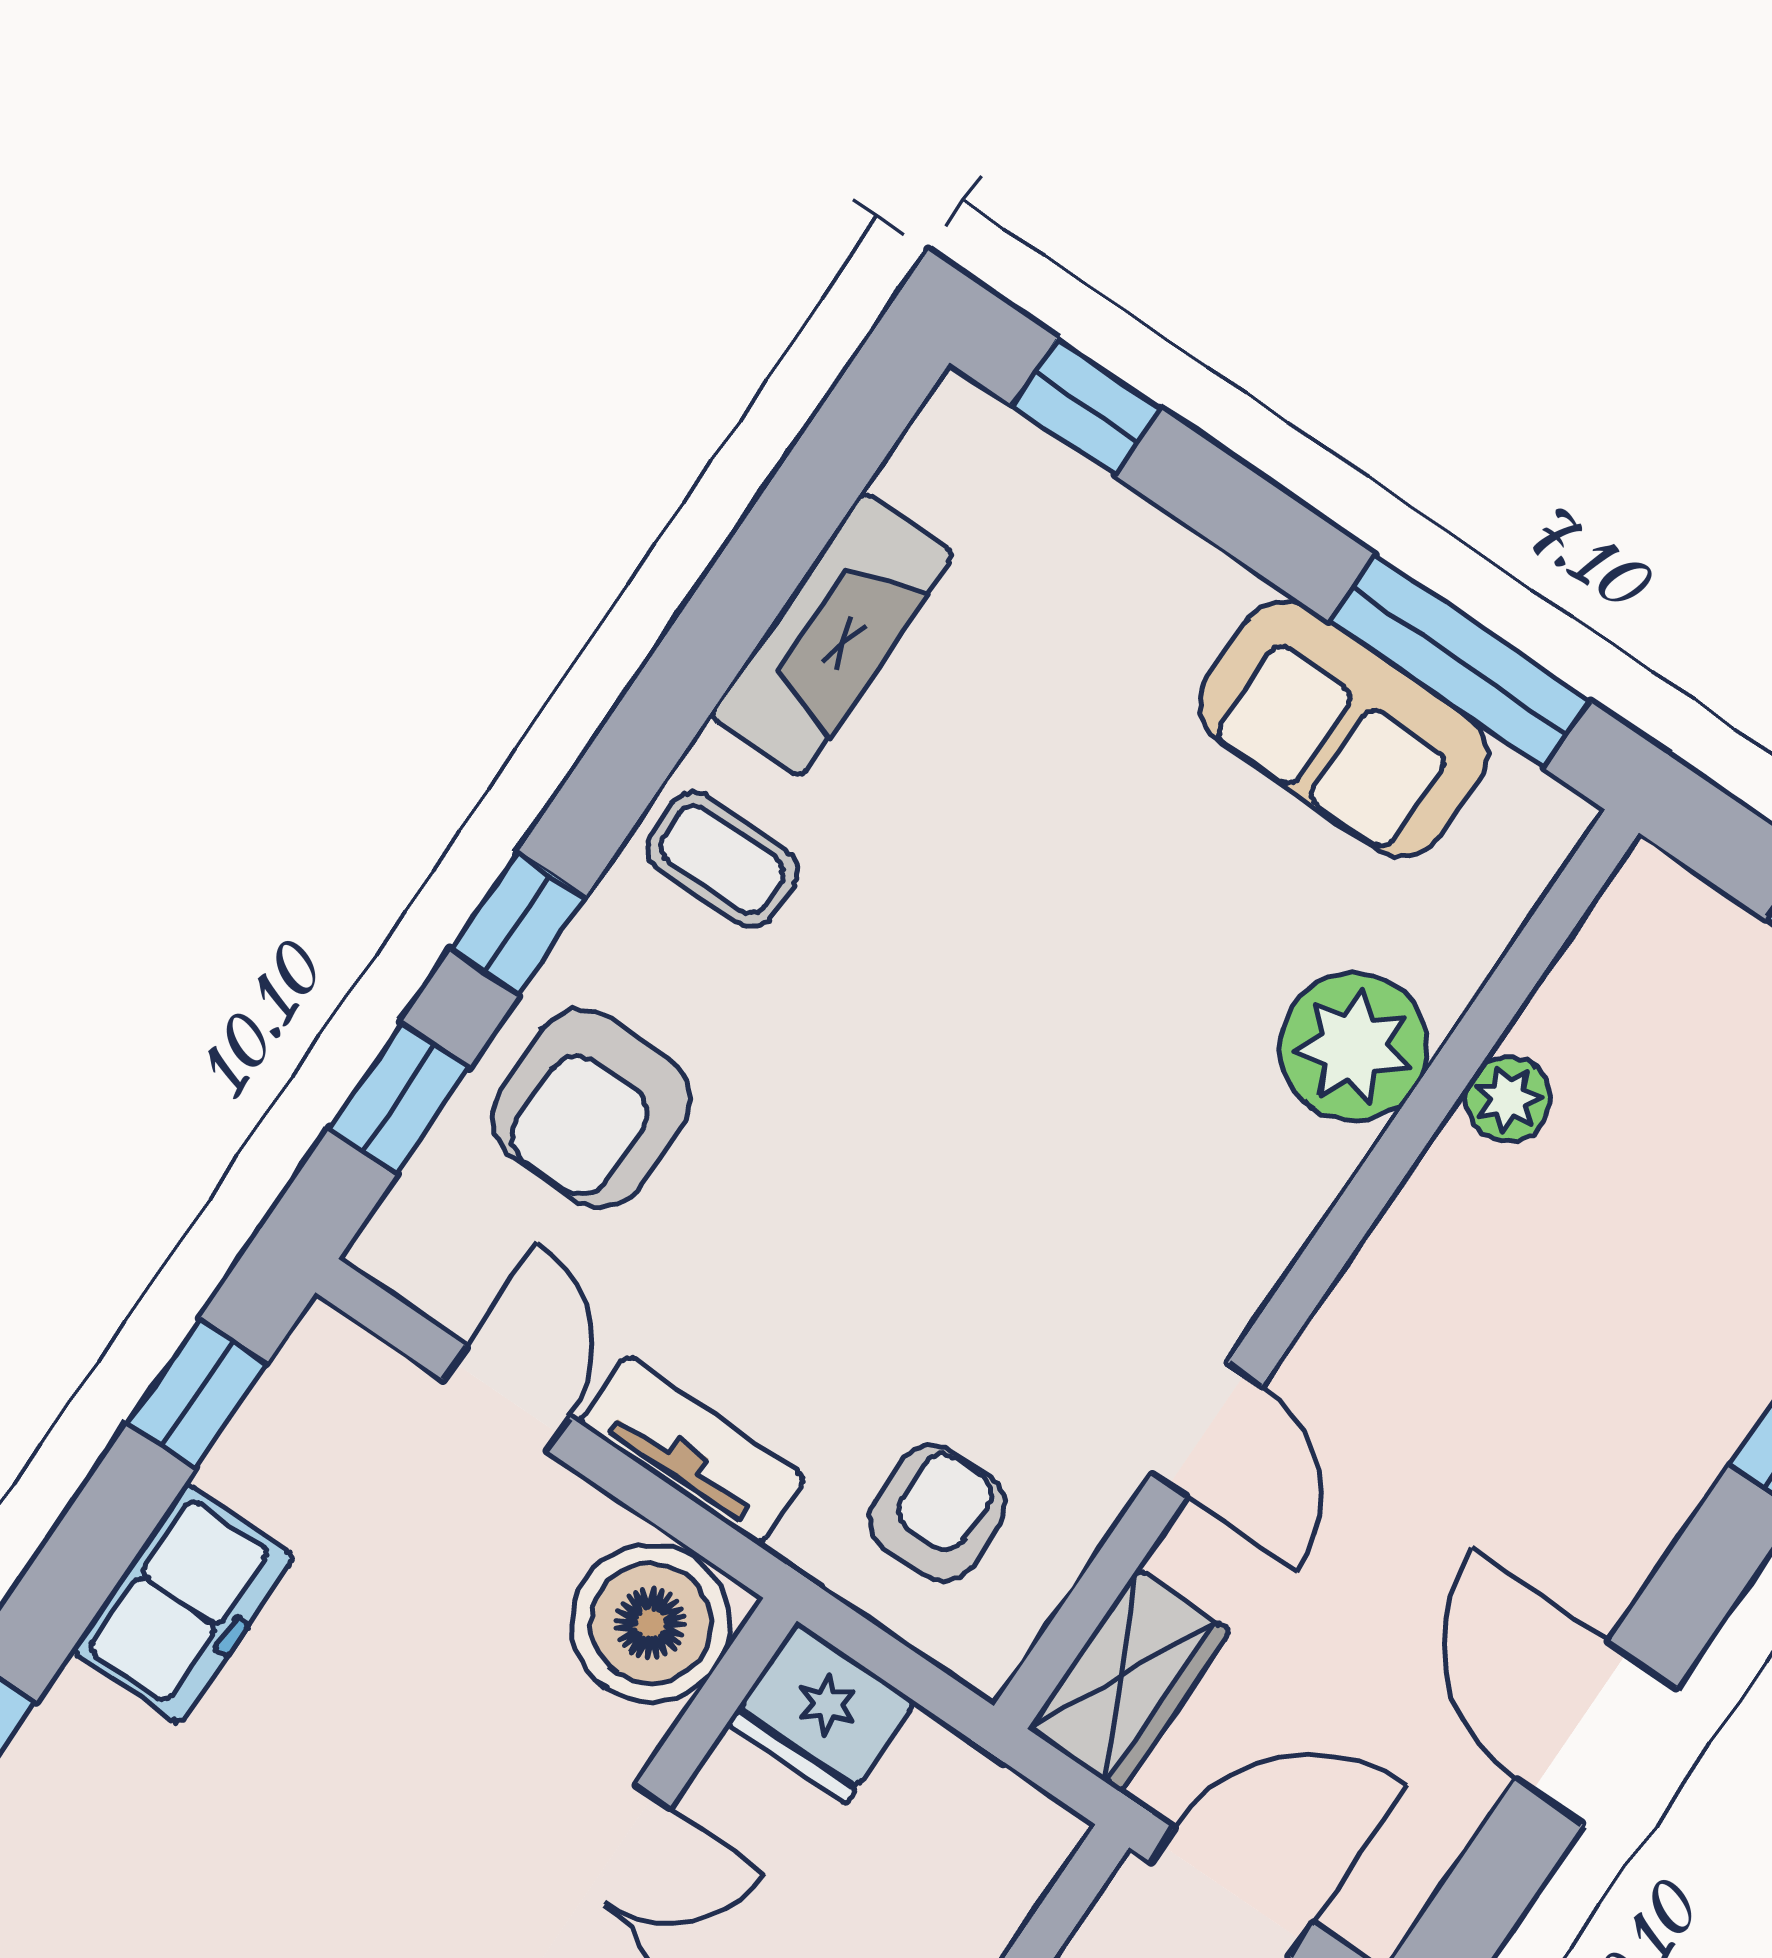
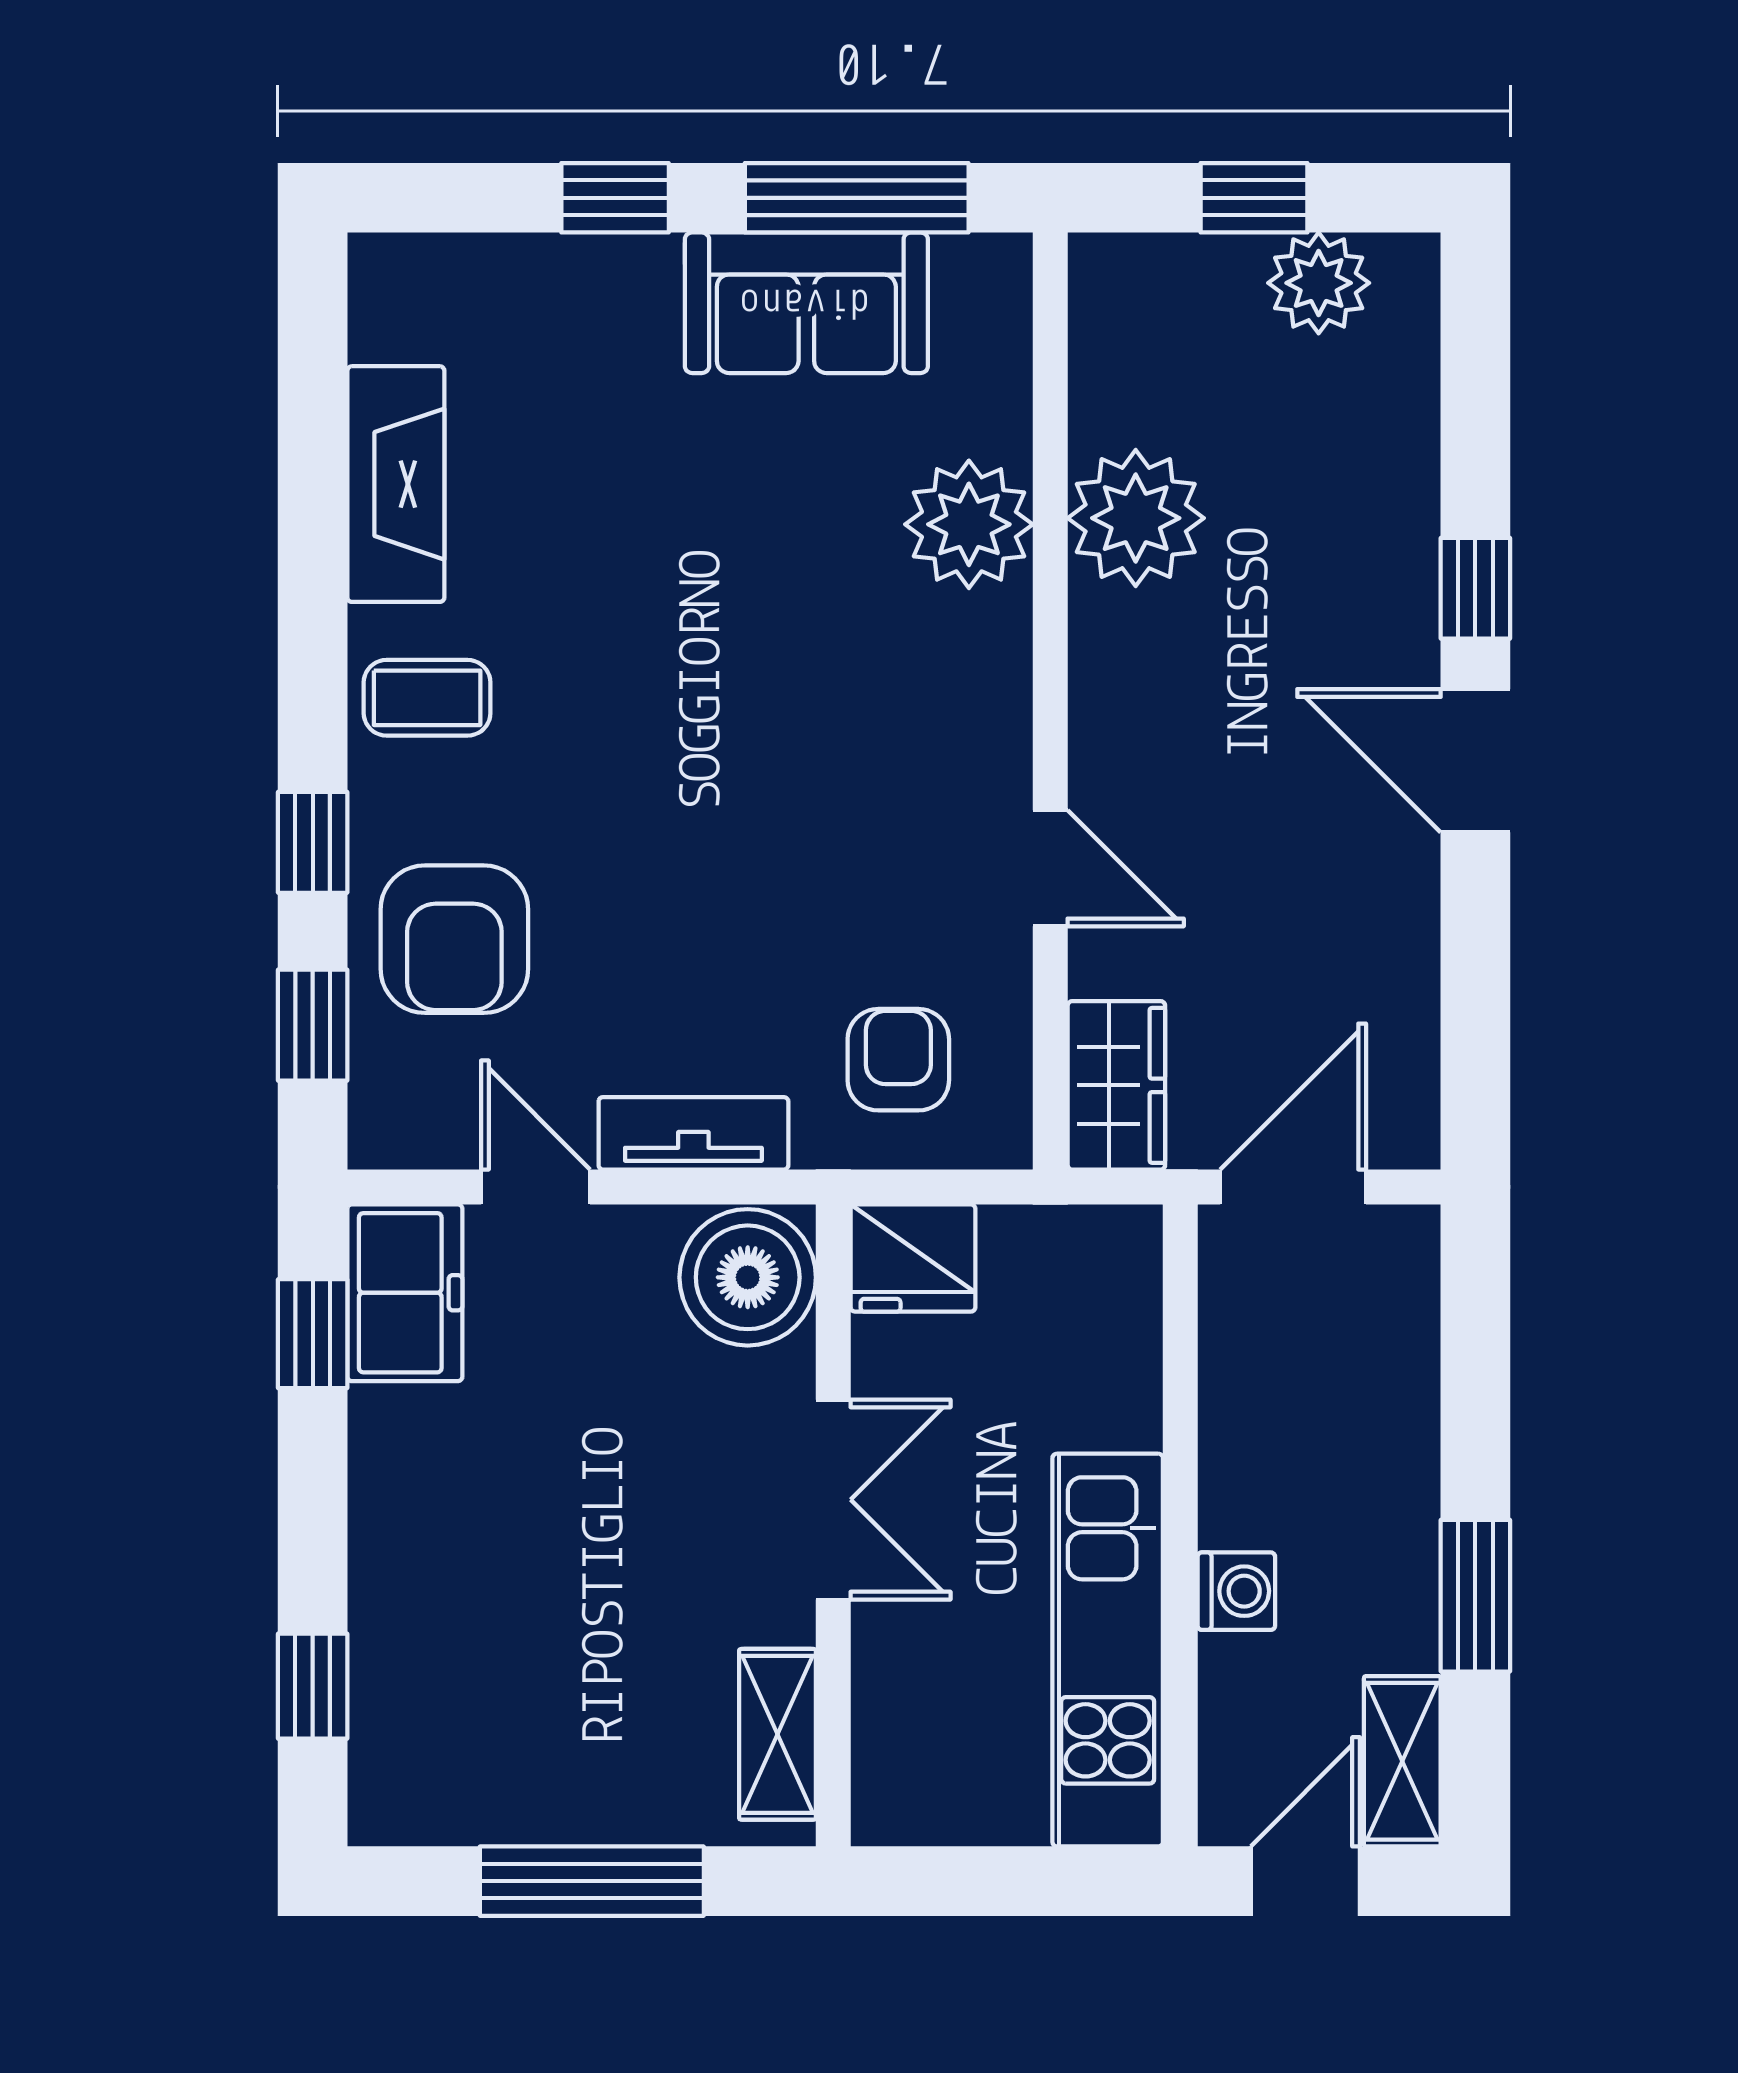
window: (1086, 407) -> (615, 198), moved
plant: (1508, 1099) -> (1136, 518), width x1.87, depth x1.87
freezer: (183, 1604) -> (405, 1293), moved
door: (1596, 1733) -> (1475, 761), moved

